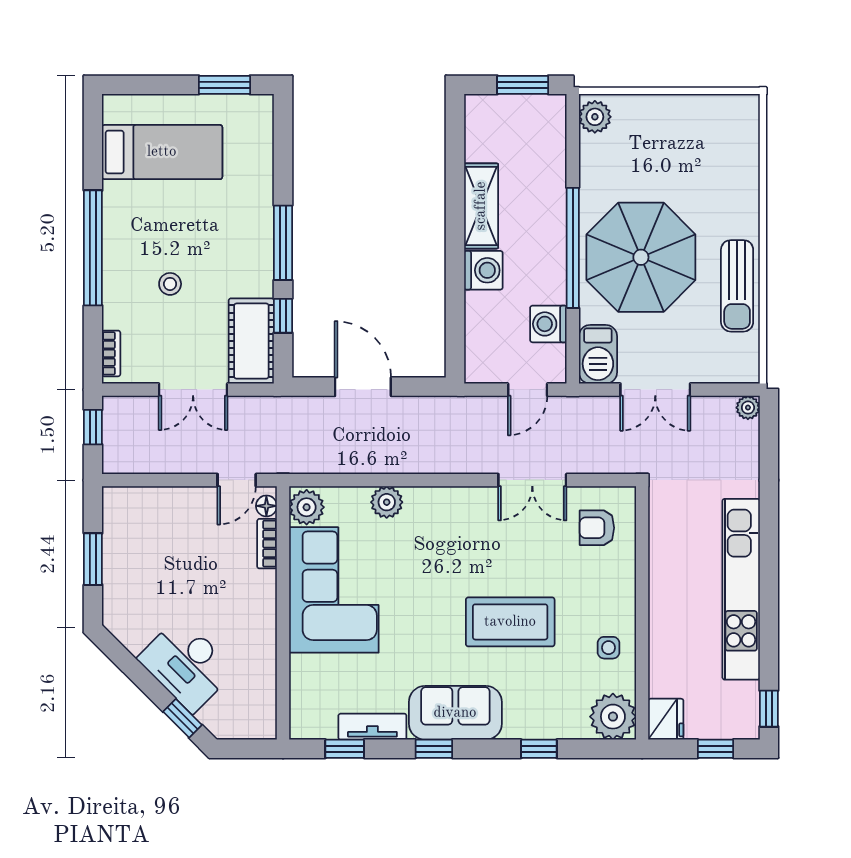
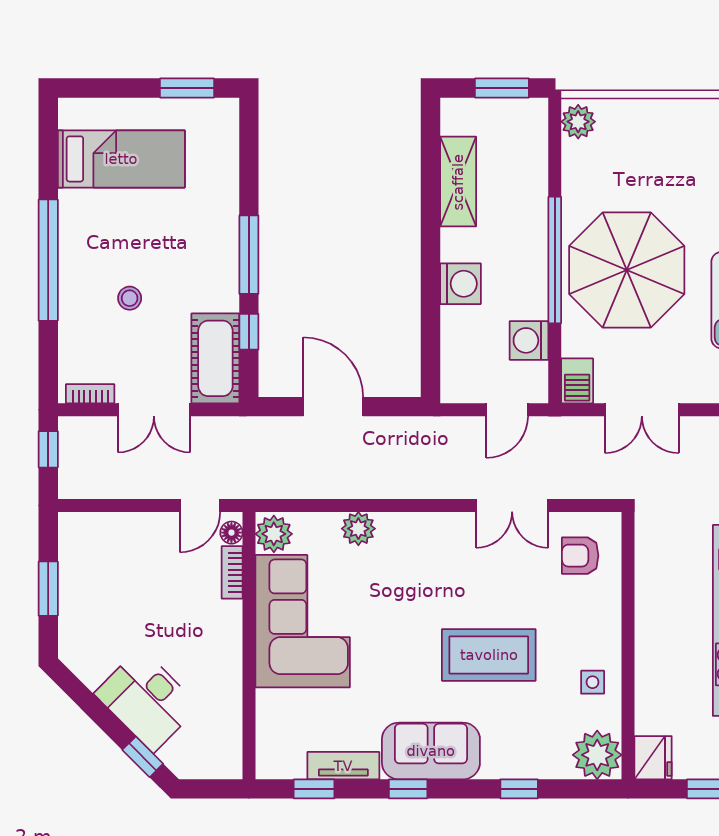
shelving: (481, 206) -> (458, 182), moved
bookcase: (111, 353) -> (90, 394), moved, turned -90
barbecue: (598, 354) -> (577, 381), width x0.73, depth x0.79

